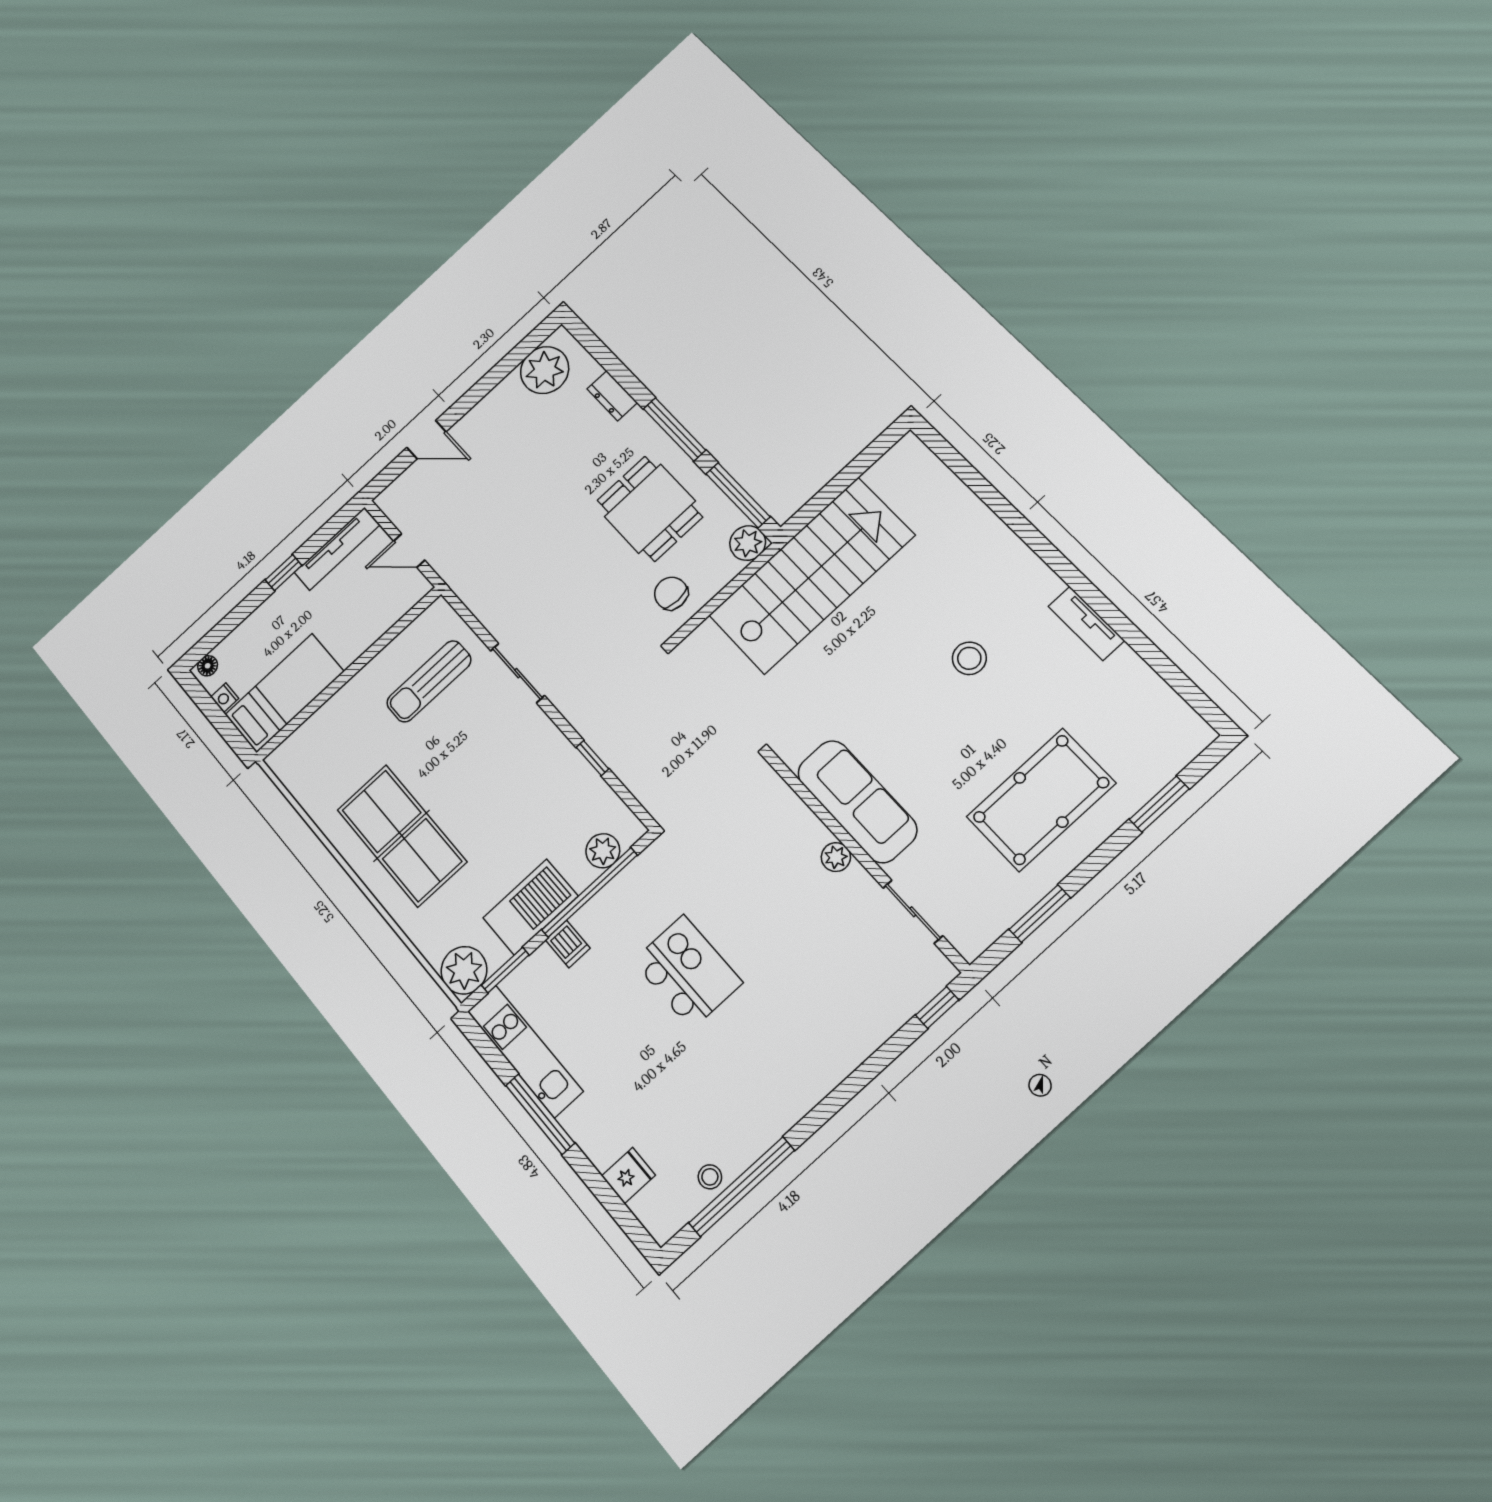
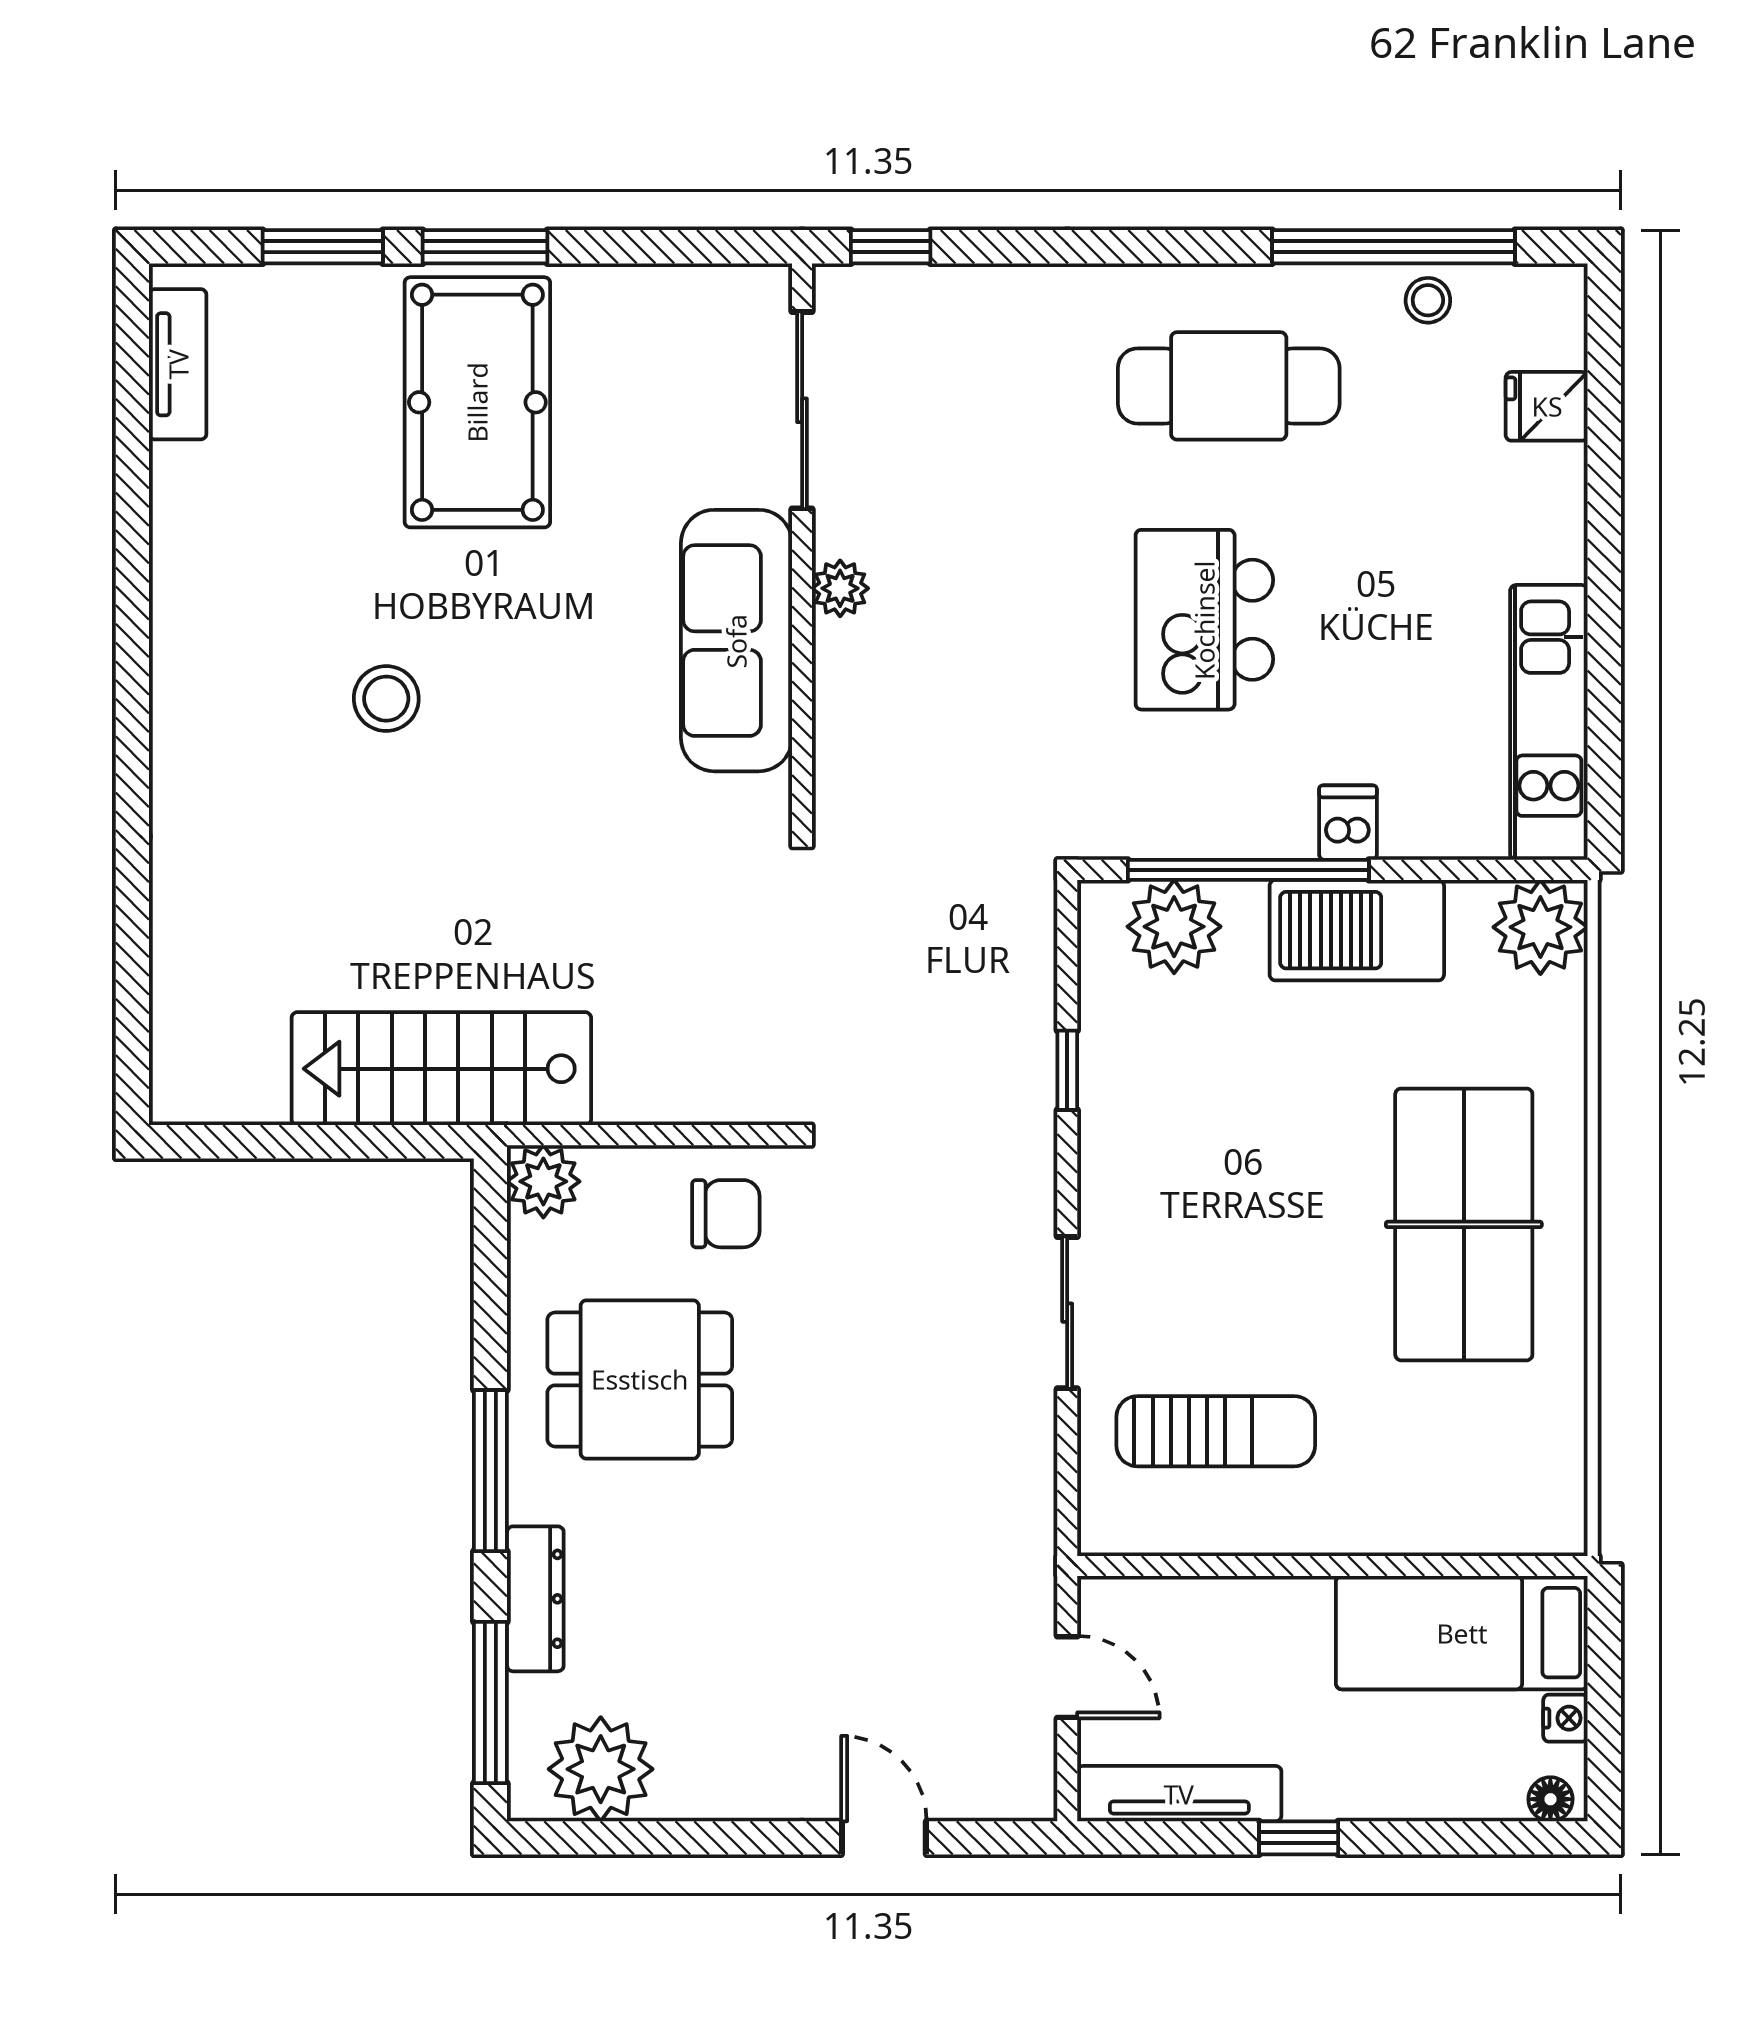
dresser: (612, 396) -> (535, 1599), width x1.44
window: (738, 495) -> (490, 1702), moved
dining table: (650, 509) -> (640, 1379), turned 90
stairs: (811, 575) -> (441, 1069), width x0.73, depth x0.66
chair: (671, 593) -> (726, 1214), turned -90
tv unit: (1086, 623) -> (178, 364), moved
pool table: (1041, 800) -> (477, 402), turned 90
plant: (603, 851) -> (1174, 927), width x1.36, depth x1.36
sliding door: (913, 912) -> (802, 410), width x1.37
window: (1040, 914) -> (485, 247), moved
window: (505, 970) -> (1477, 870), removed
cafe table: (757, 1072) -> (1229, 386), added
window: (540, 1114) -> (1604, 610), removed

